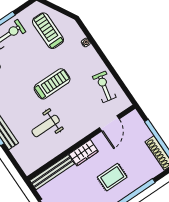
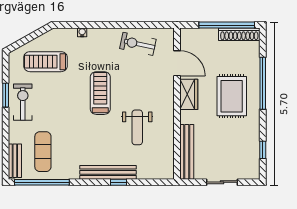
wardrobe: (84, 153) -> (189, 94), moved
rug: (112, 177) -> (232, 96), width x1.36, depth x1.43

